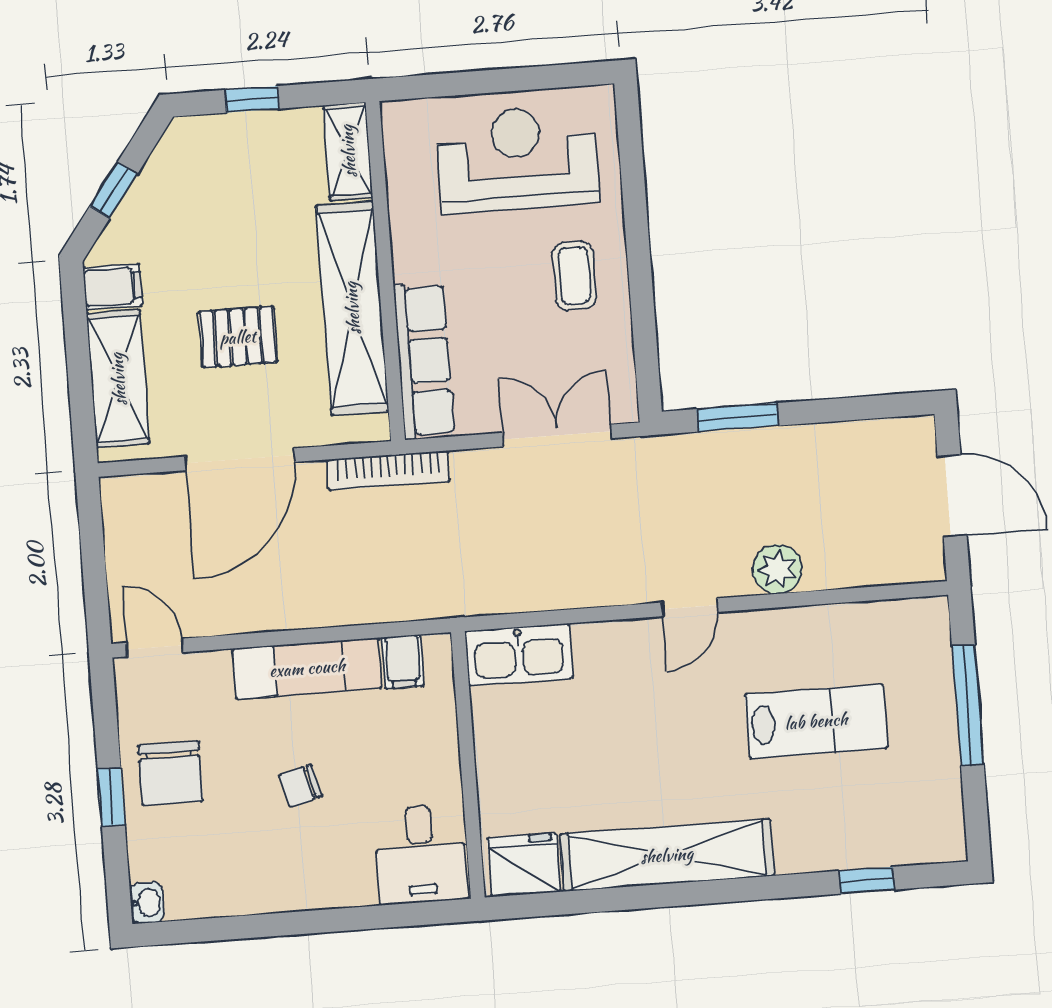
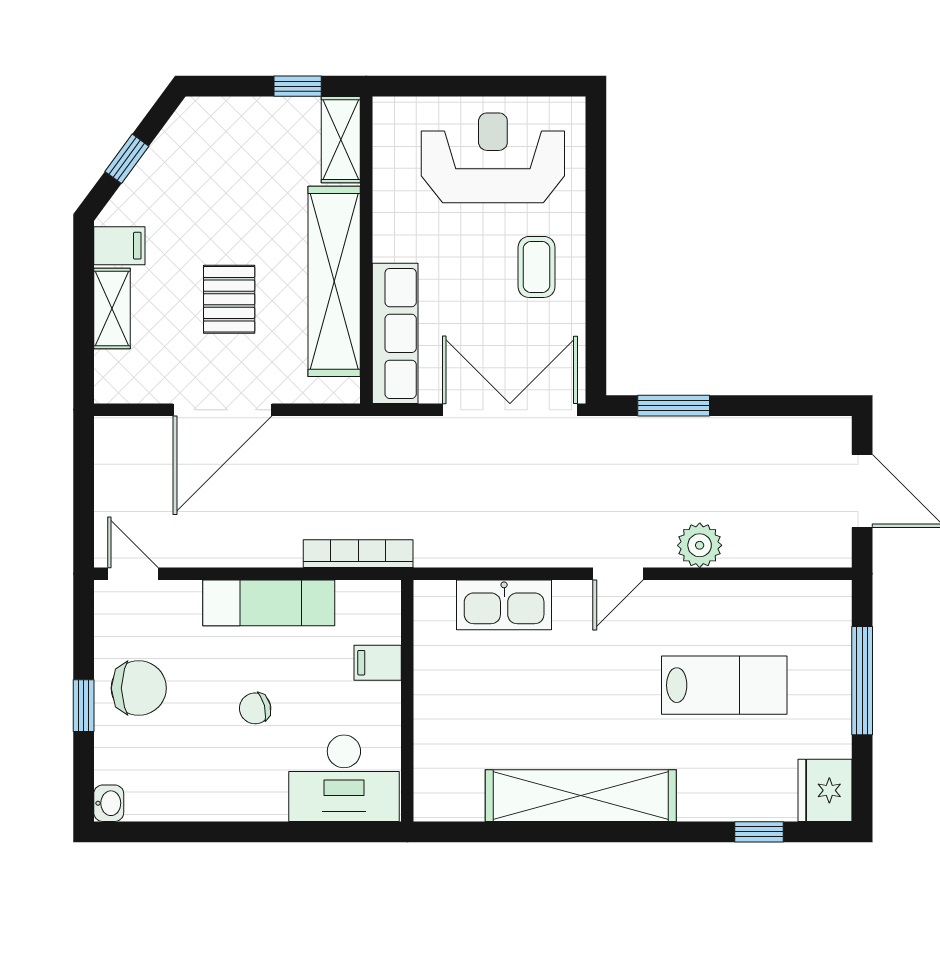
window: (252, 99) -> (298, 86), moved
pallet: (238, 337) -> (229, 299), turned 90
shelving: (118, 379) -> (112, 309), width x0.67, depth x0.75
double door: (557, 435) -> (510, 410), width x1.37
bookcase: (388, 470) -> (358, 554), moved, turned 180
kitchen sink: (519, 655) -> (504, 605), moved
filing cabinet: (403, 662) -> (378, 663), moved, turned 90
chair: (171, 773) -> (139, 688), turned -90
desk: (421, 854) -> (344, 778), width x1.37
fridge: (524, 865) -> (825, 790), moved, turned -90

